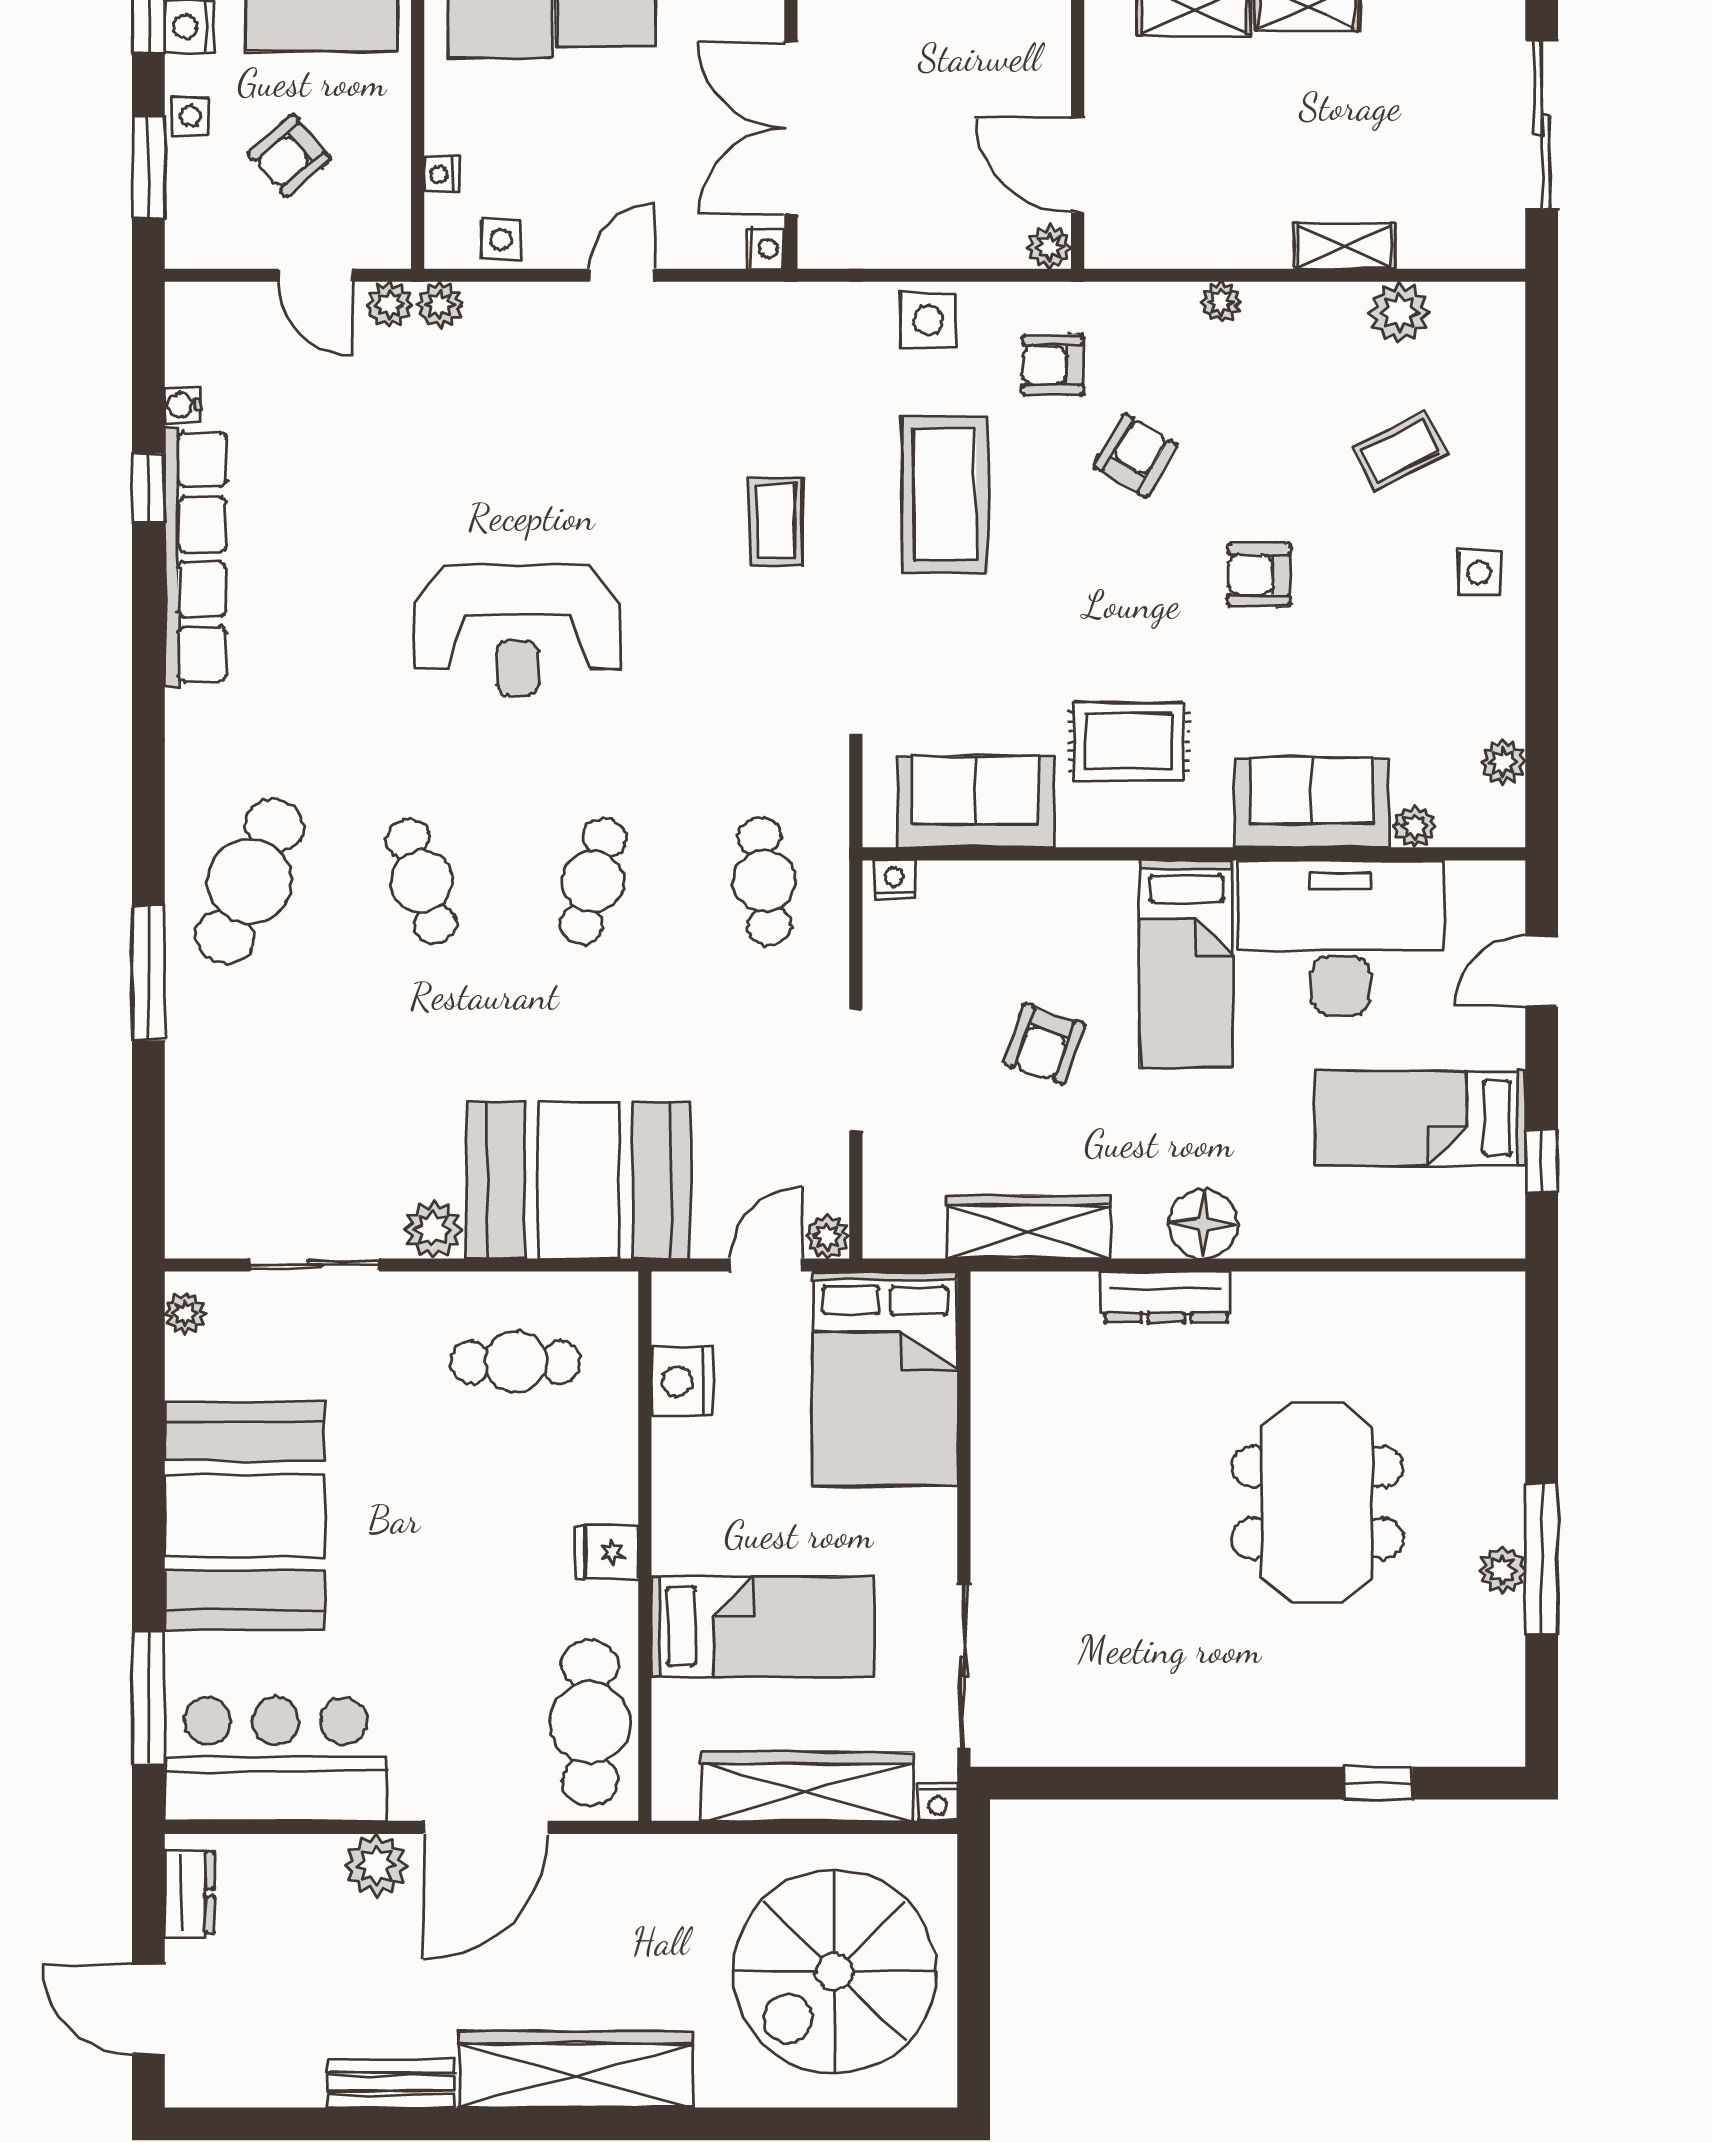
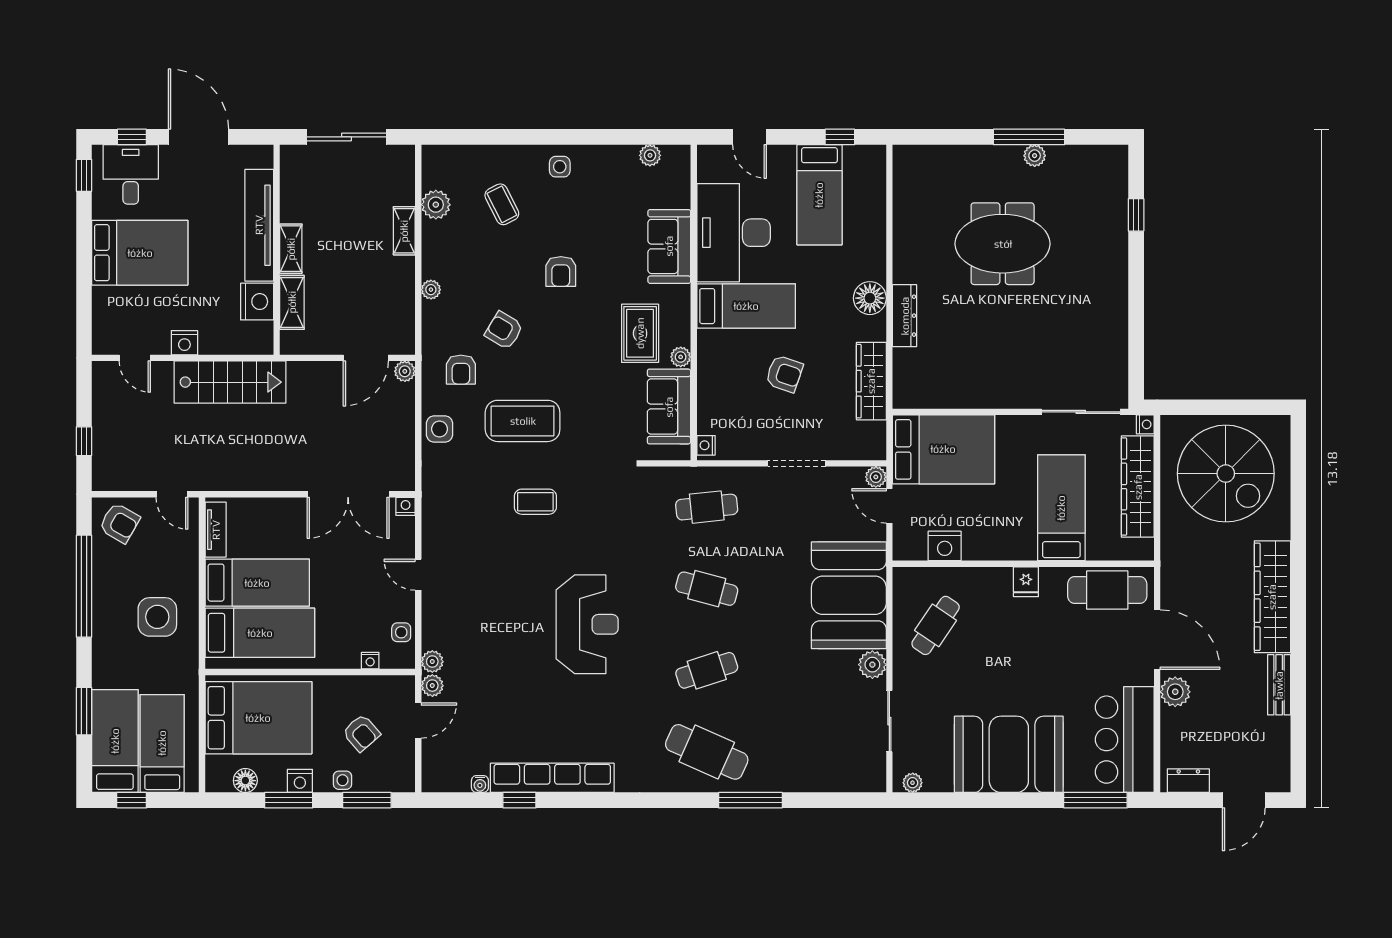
plant: (1415, 826) -> (681, 357), moved
cafe table: (515, 1362) -> (936, 625), turned 34

